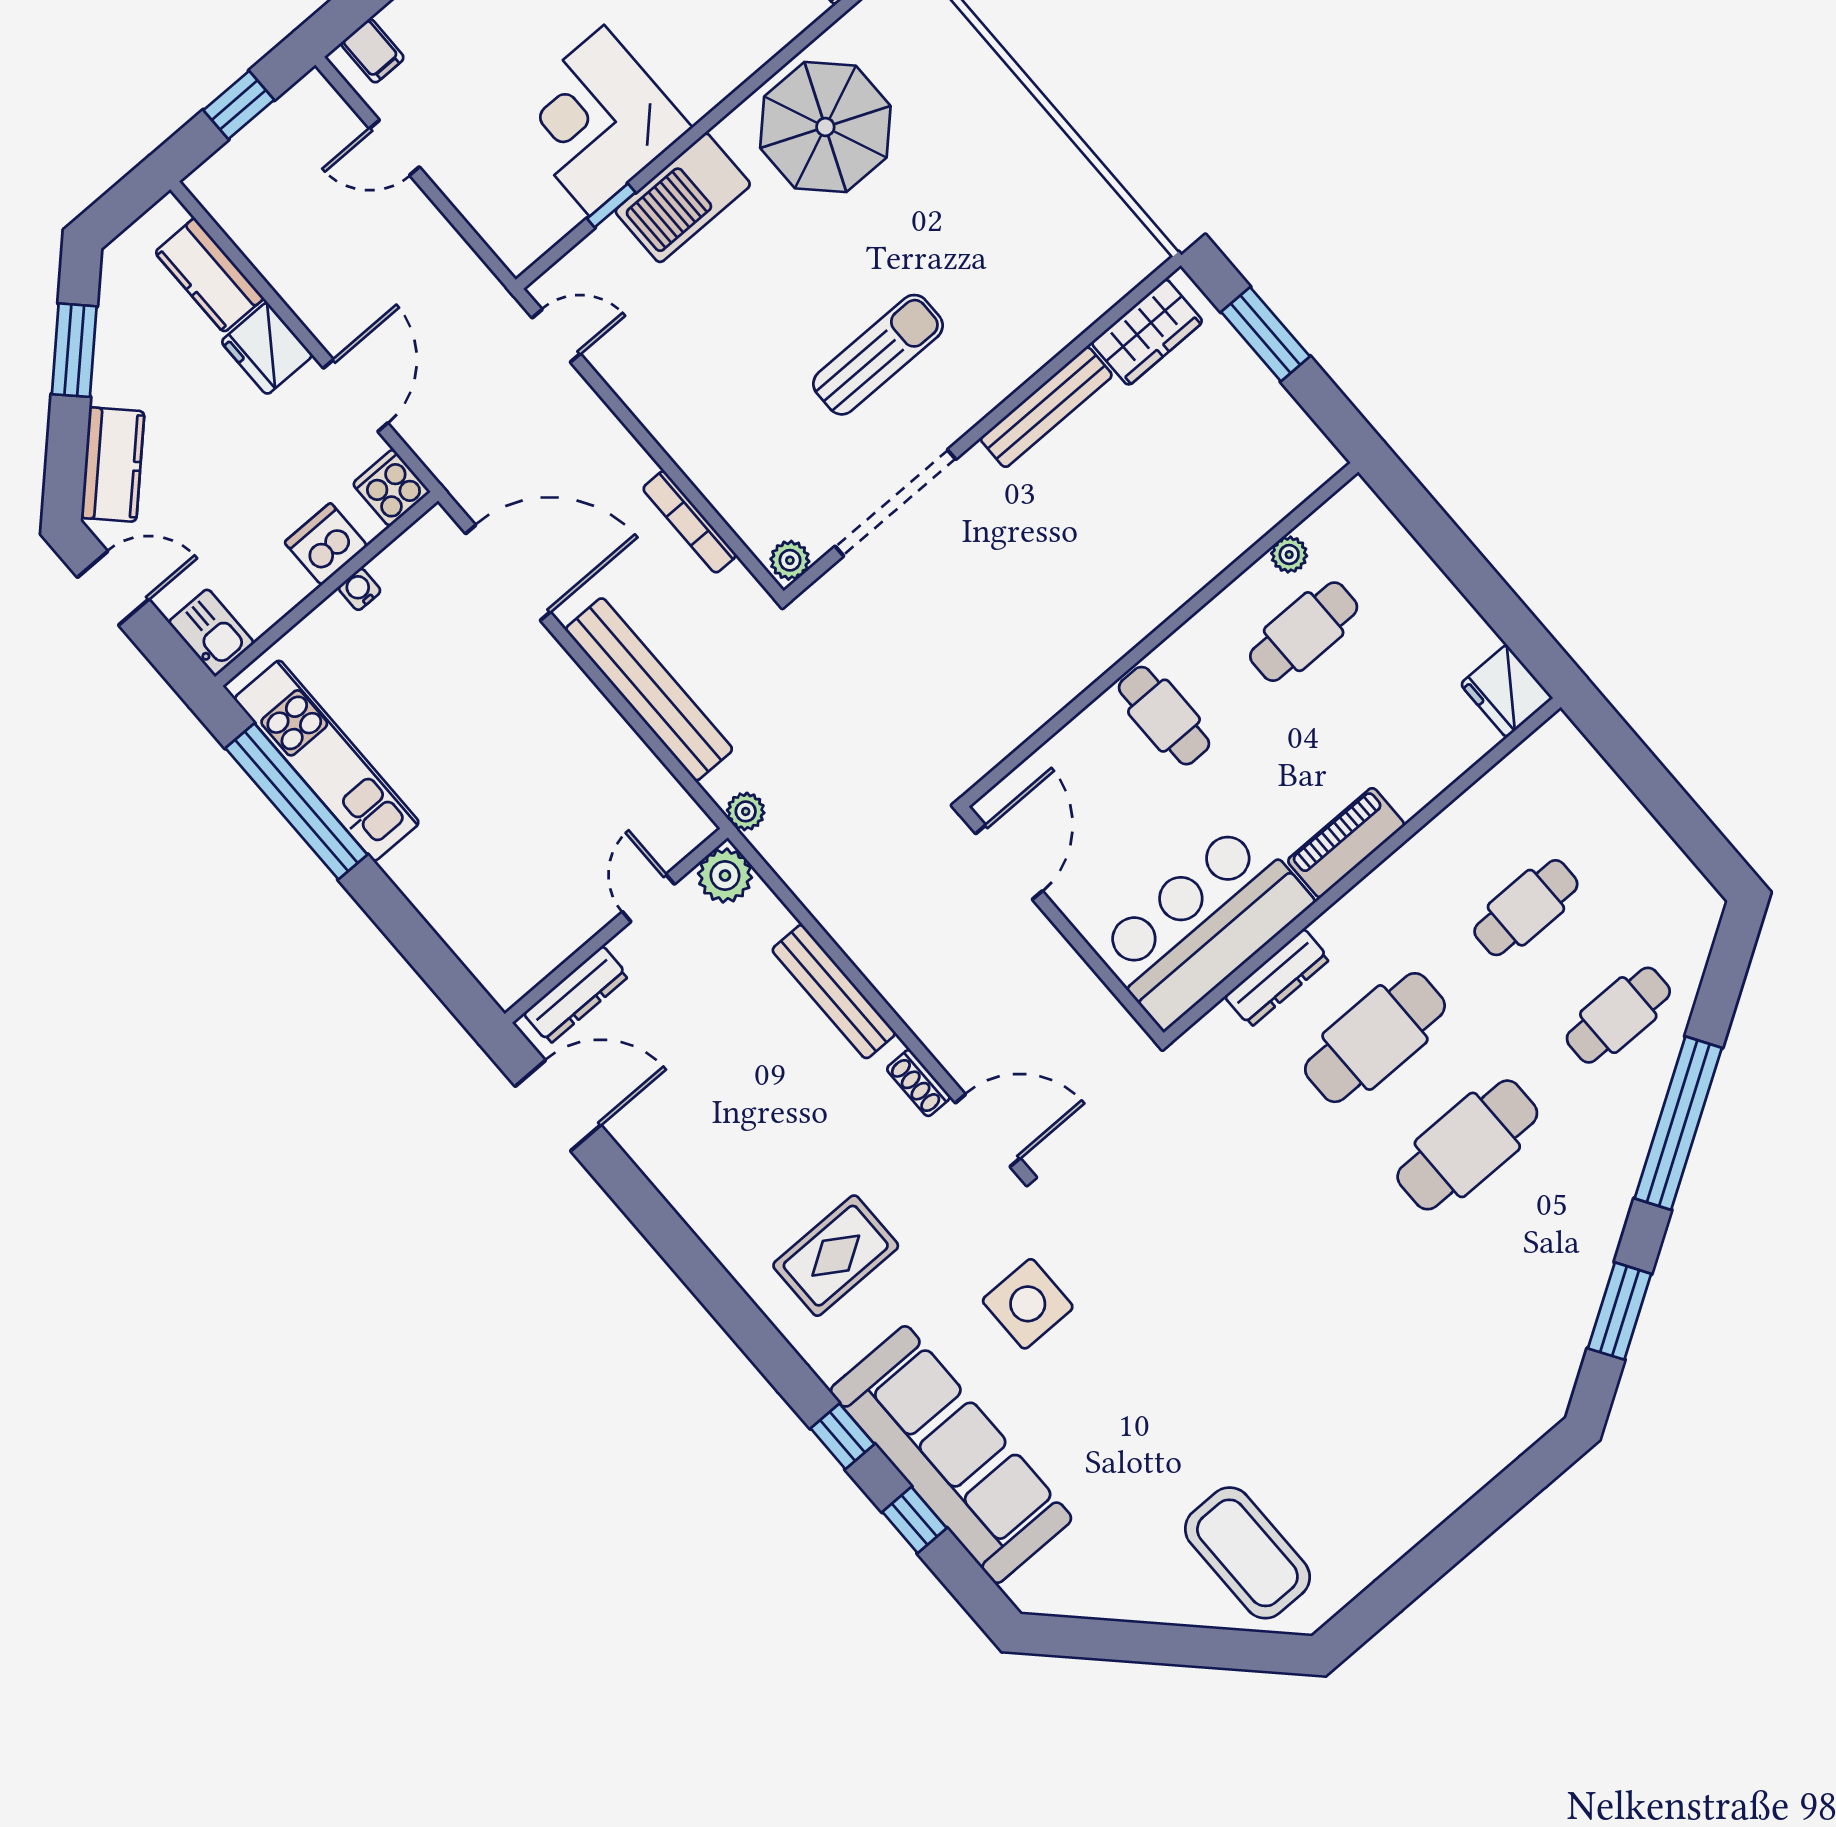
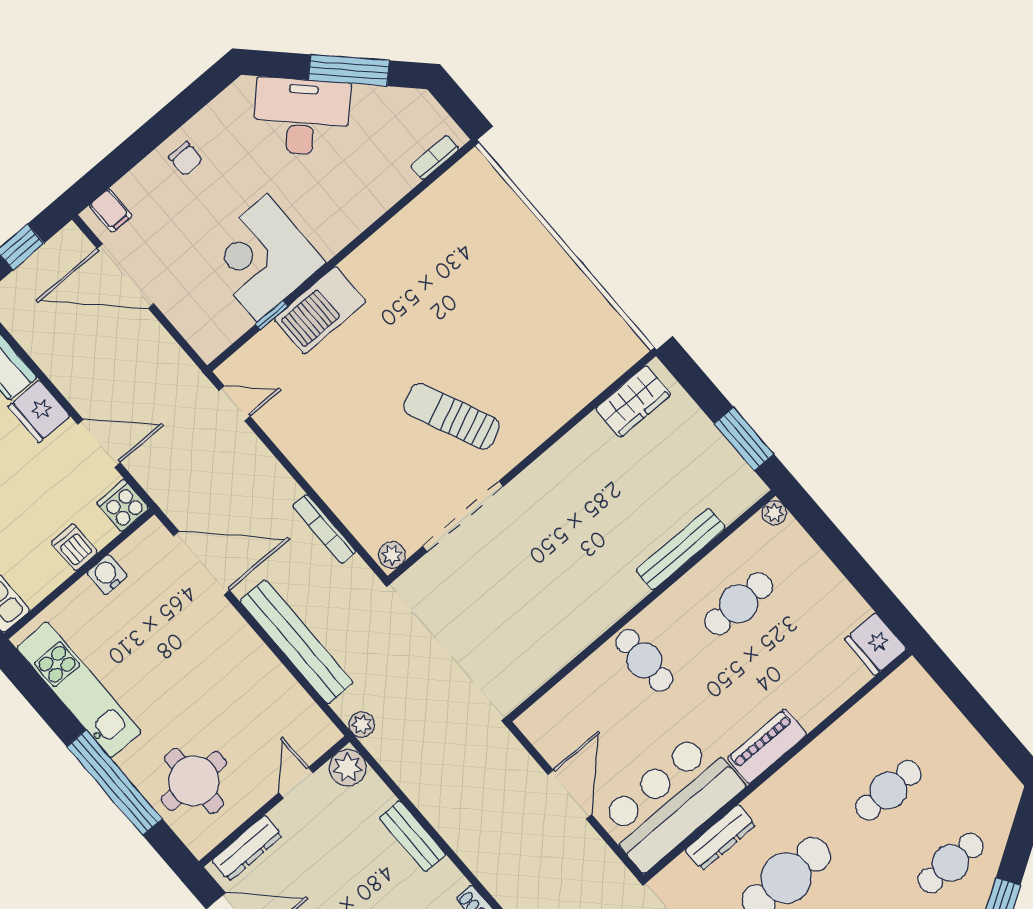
parasol: (825, 127) -> (416, 263), removed
door: (394, 148) -> (125, 276), width x1.88
window: (1265, 334) -> (744, 439), moved
sun lounger: (878, 355) -> (452, 416), turned -114
door: (356, 395) -> (99, 443), hinge flipped
bench: (1046, 407) -> (681, 549), moved
dishwasher: (326, 544) -> (74, 547), width x0.73
plant: (1289, 555) -> (774, 513), moved
water cooler: (360, 589) -> (107, 575), width x1.38, depth x1.38
window: (296, 801) -> (114, 783), moved
door: (1009, 862) -> (570, 794), moved
round table: (497, 895) -> (194, 781), added
bench: (834, 992) -> (412, 836), width x0.73

